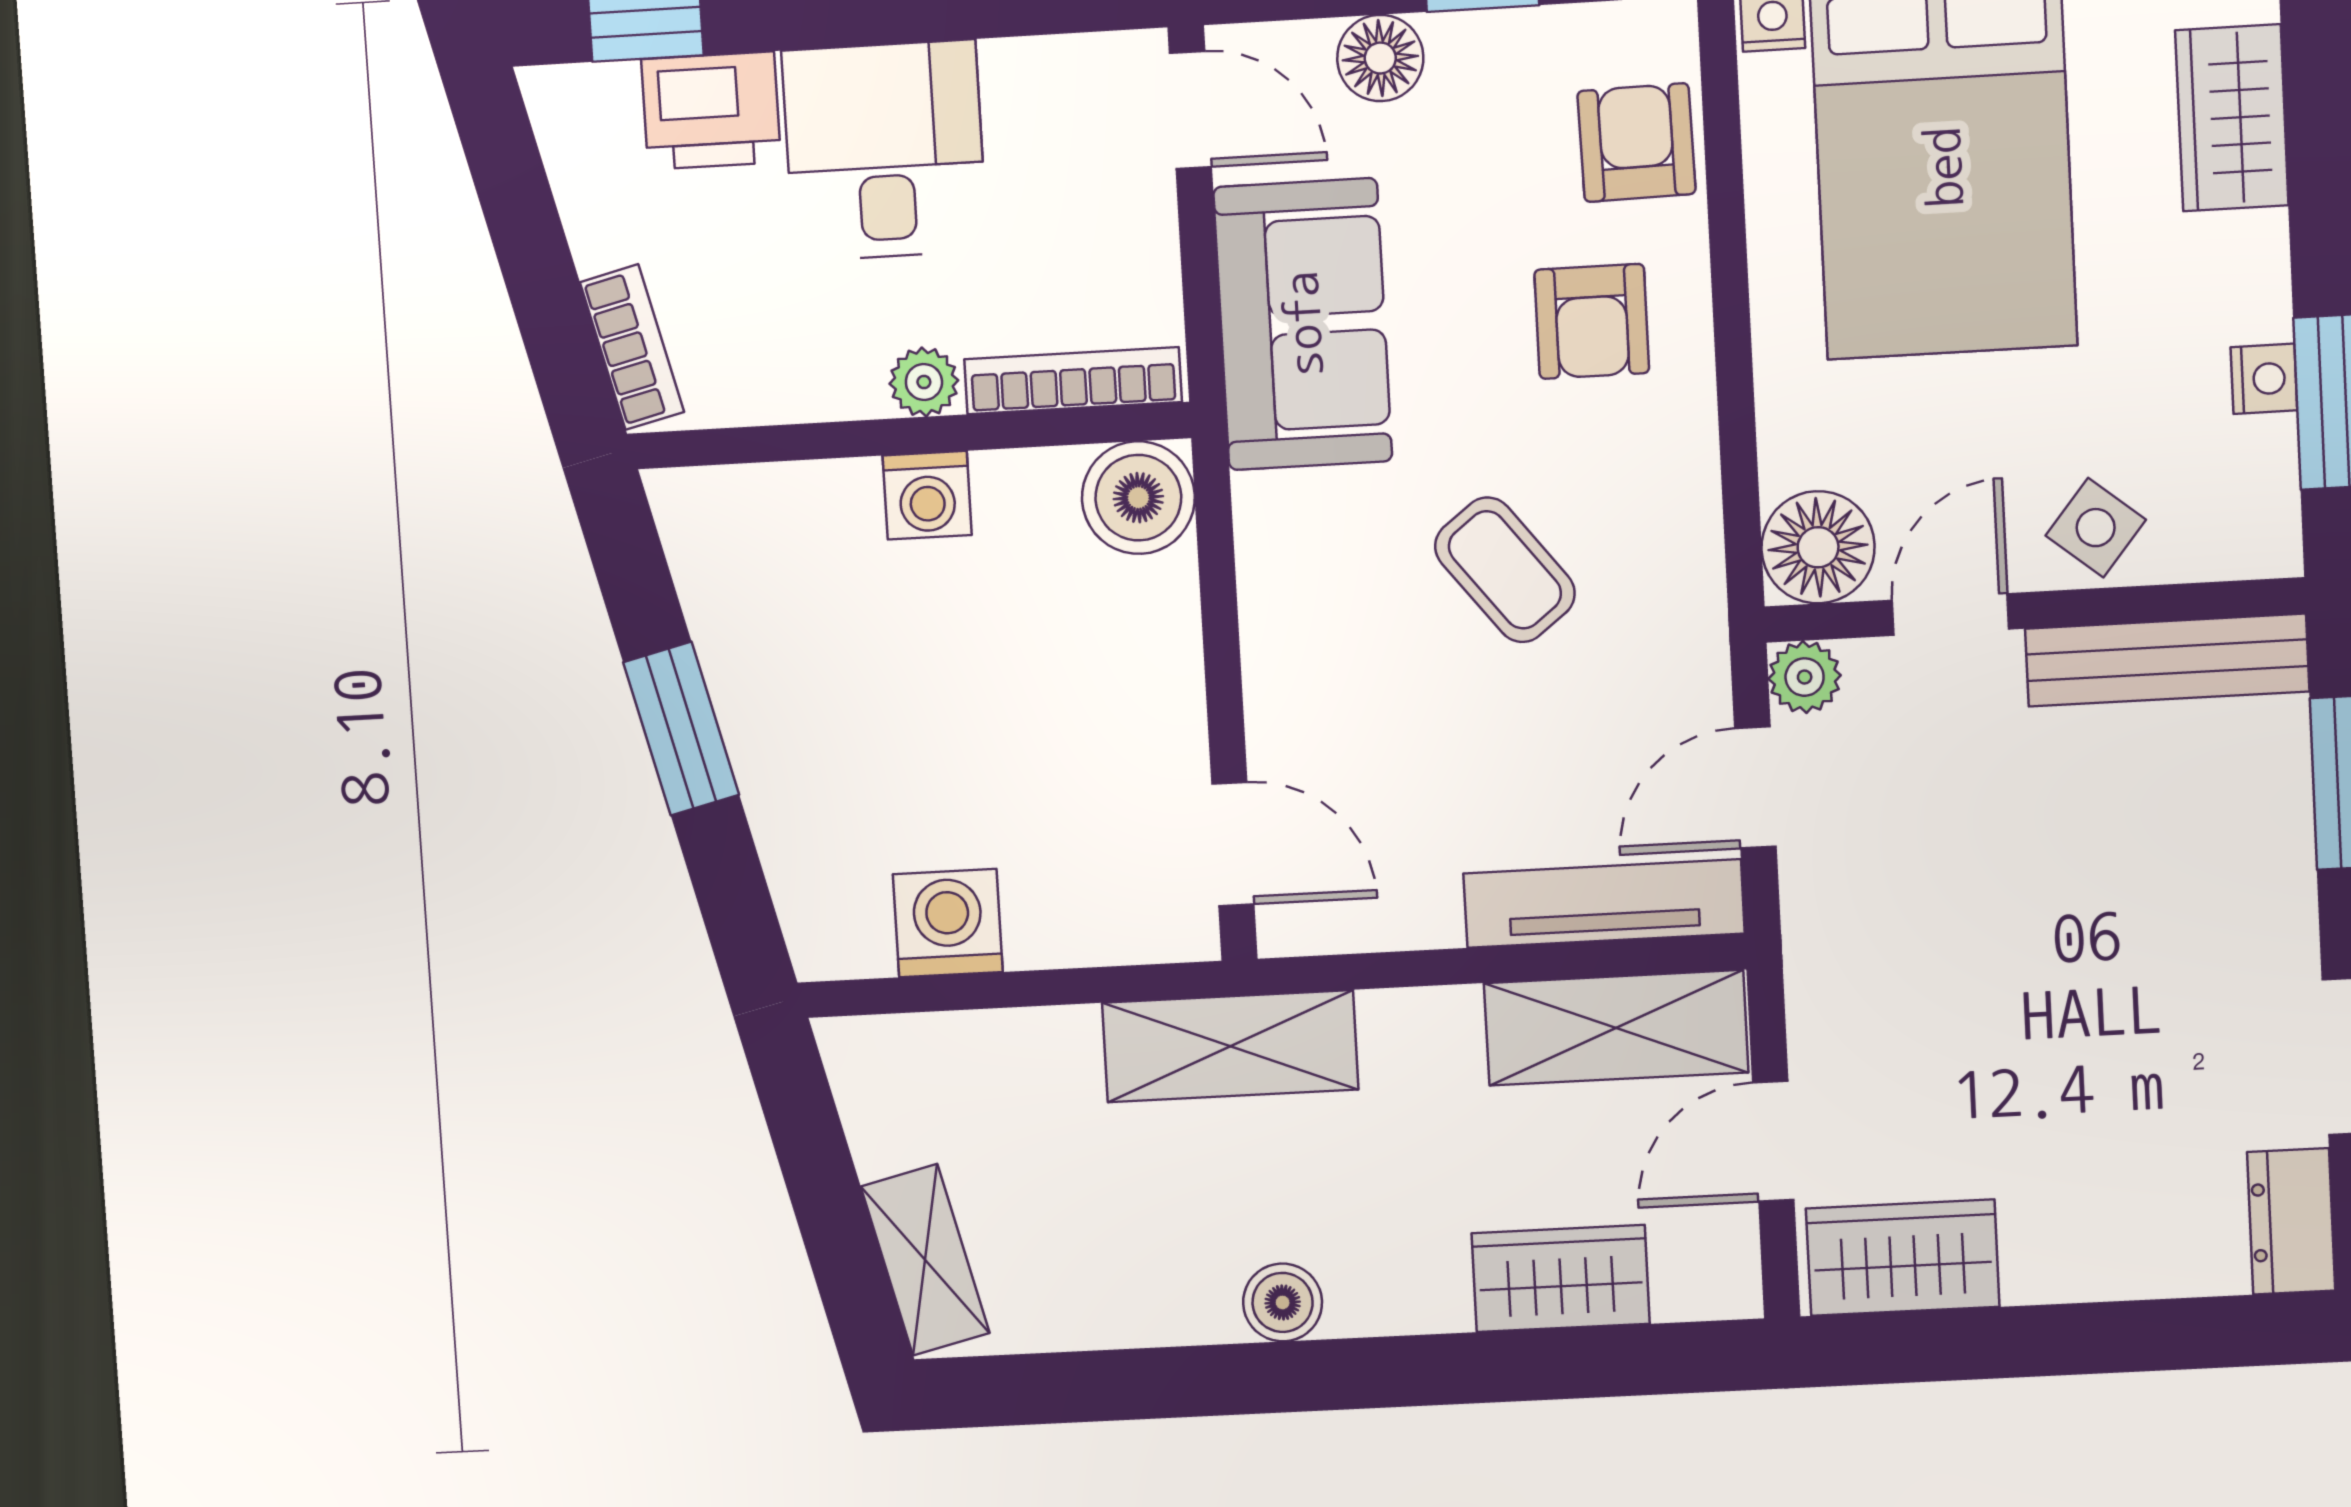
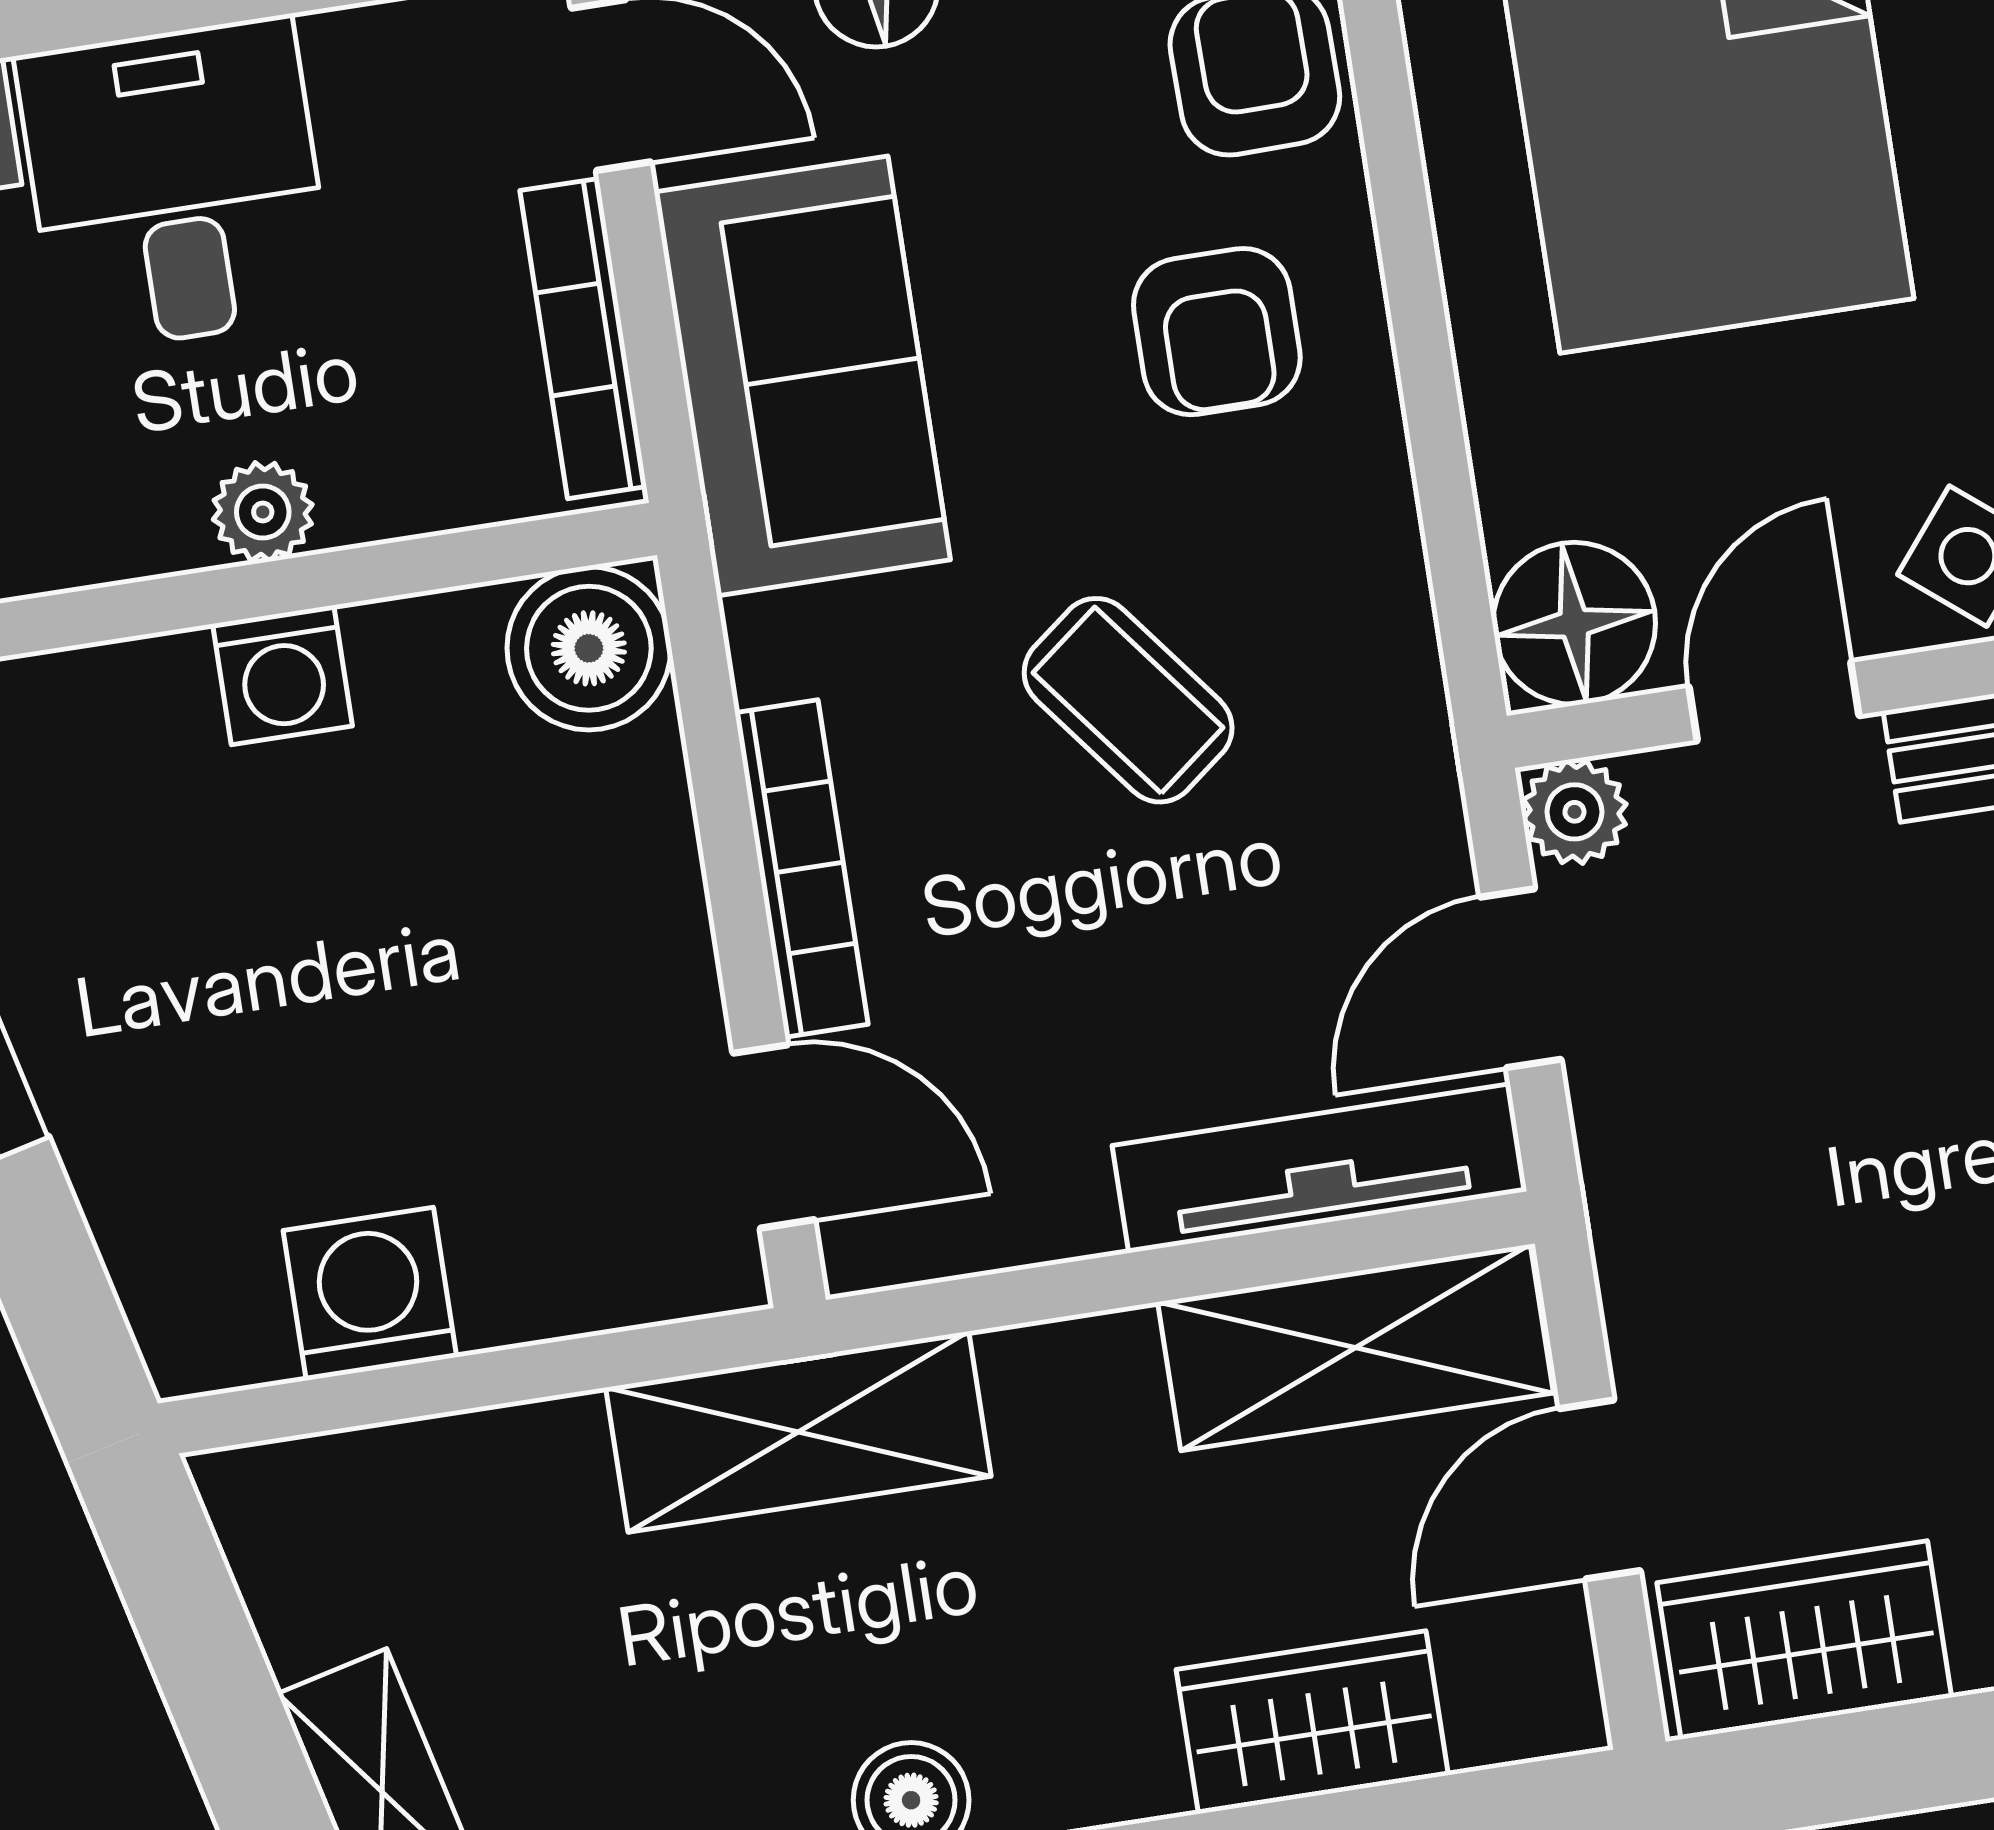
bookcase: (1073, 381) -> (583, 339), moved, turned -90
bookcase: (1269, 663) -> (801, 868), added

